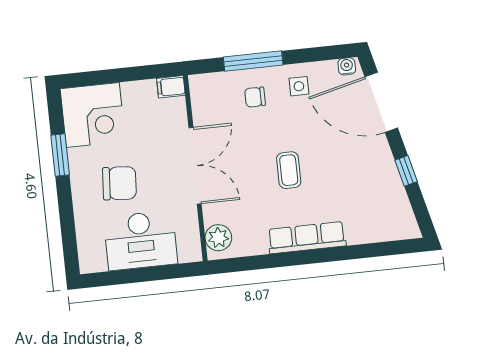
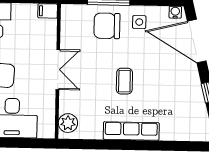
chair: (255, 97) -> (107, 26), width x1.87, depth x1.87
double door: (195, 166) -> (58, 70), width x0.73

